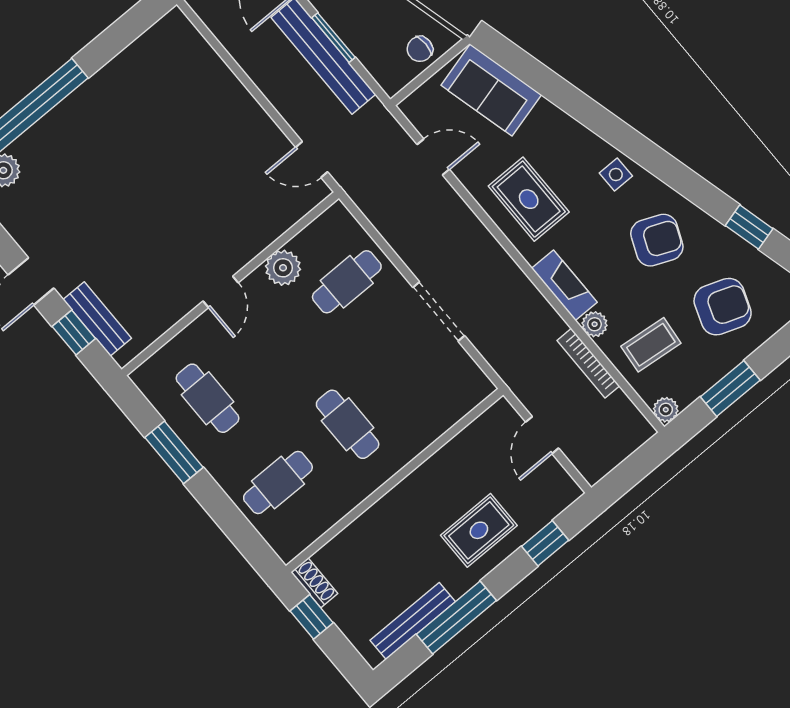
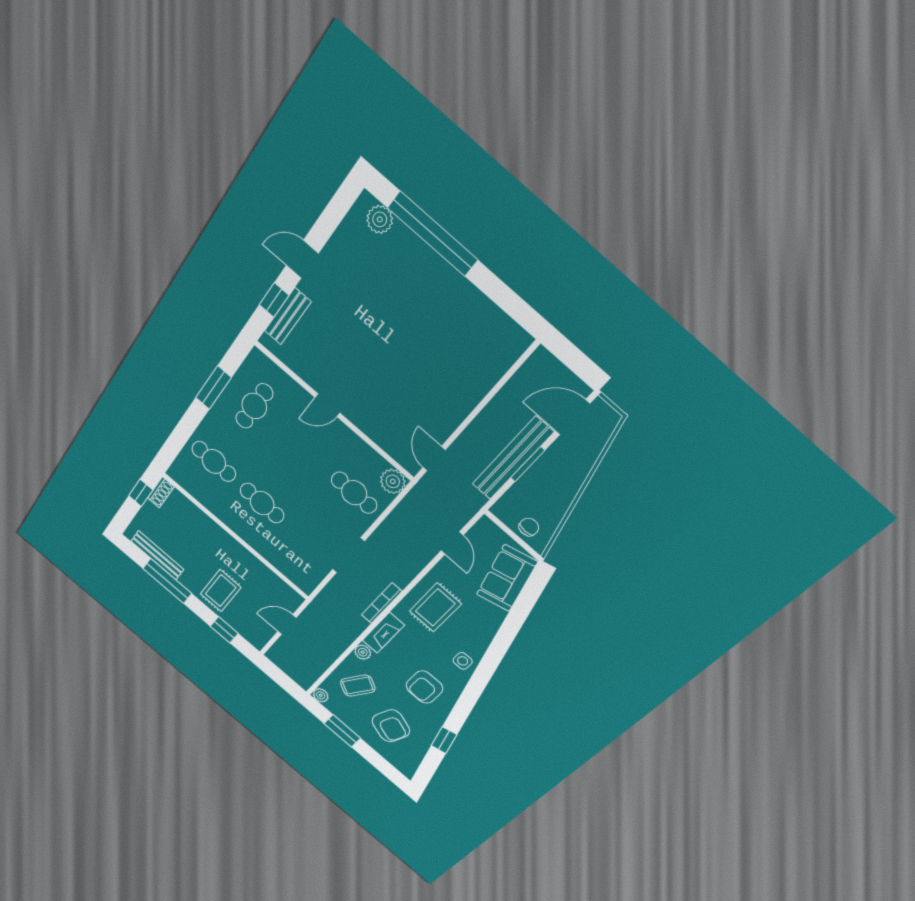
chair: (420, 49) -> (529, 527), turned 90
armchair: (657, 240) -> (424, 687), turned 67
plant: (283, 268) -> (393, 481), moved
coffee table: (651, 345) -> (358, 686), turned -65
bookcase: (588, 363) -> (382, 603), moved
cafe table: (348, 424) -> (262, 503), turned 90
rug: (479, 530) -> (221, 591), turned 90

